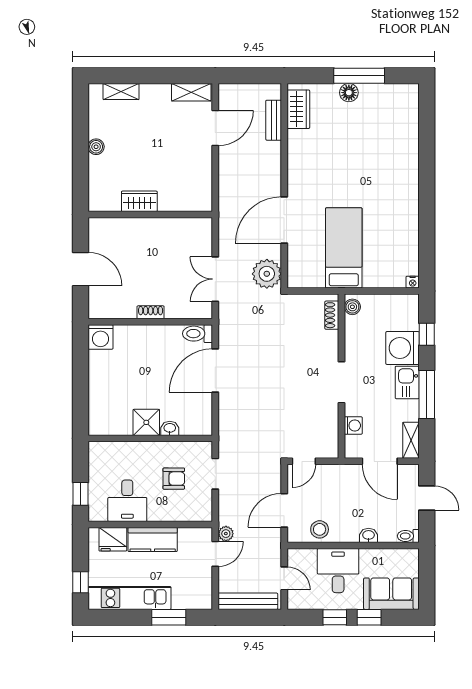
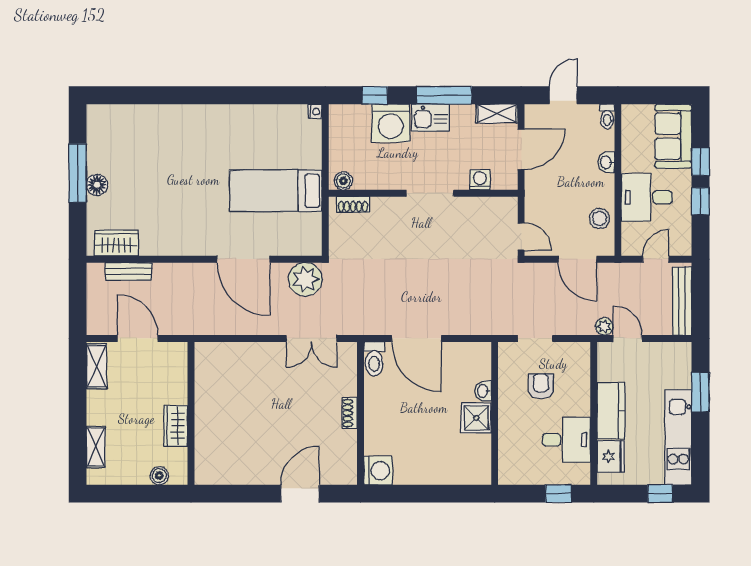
wardrobe: (139, 201) -> (176, 426), moved
wall: (150, 215) -> (191, 413), moved

